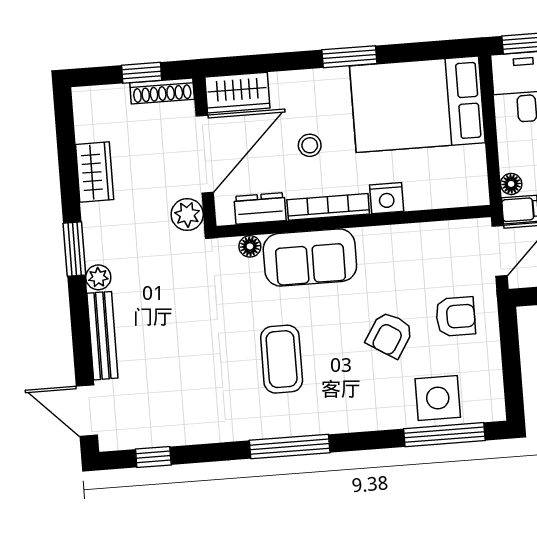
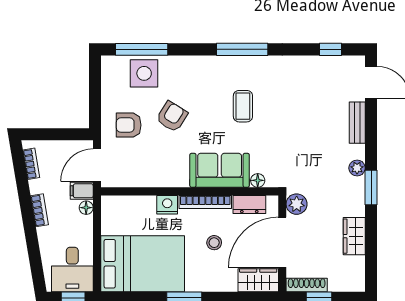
bench: (102, 336) -> (357, 123), width x0.73
coffee table: (282, 359) -> (243, 106), width x0.73, depth x0.77

